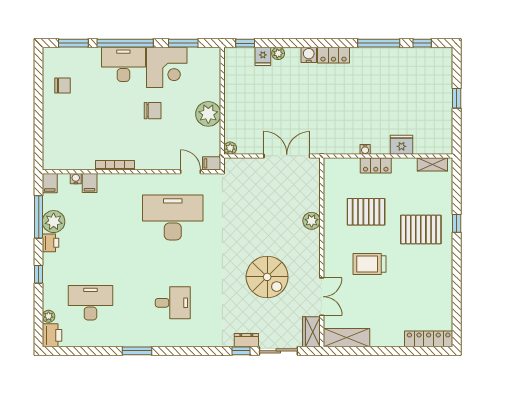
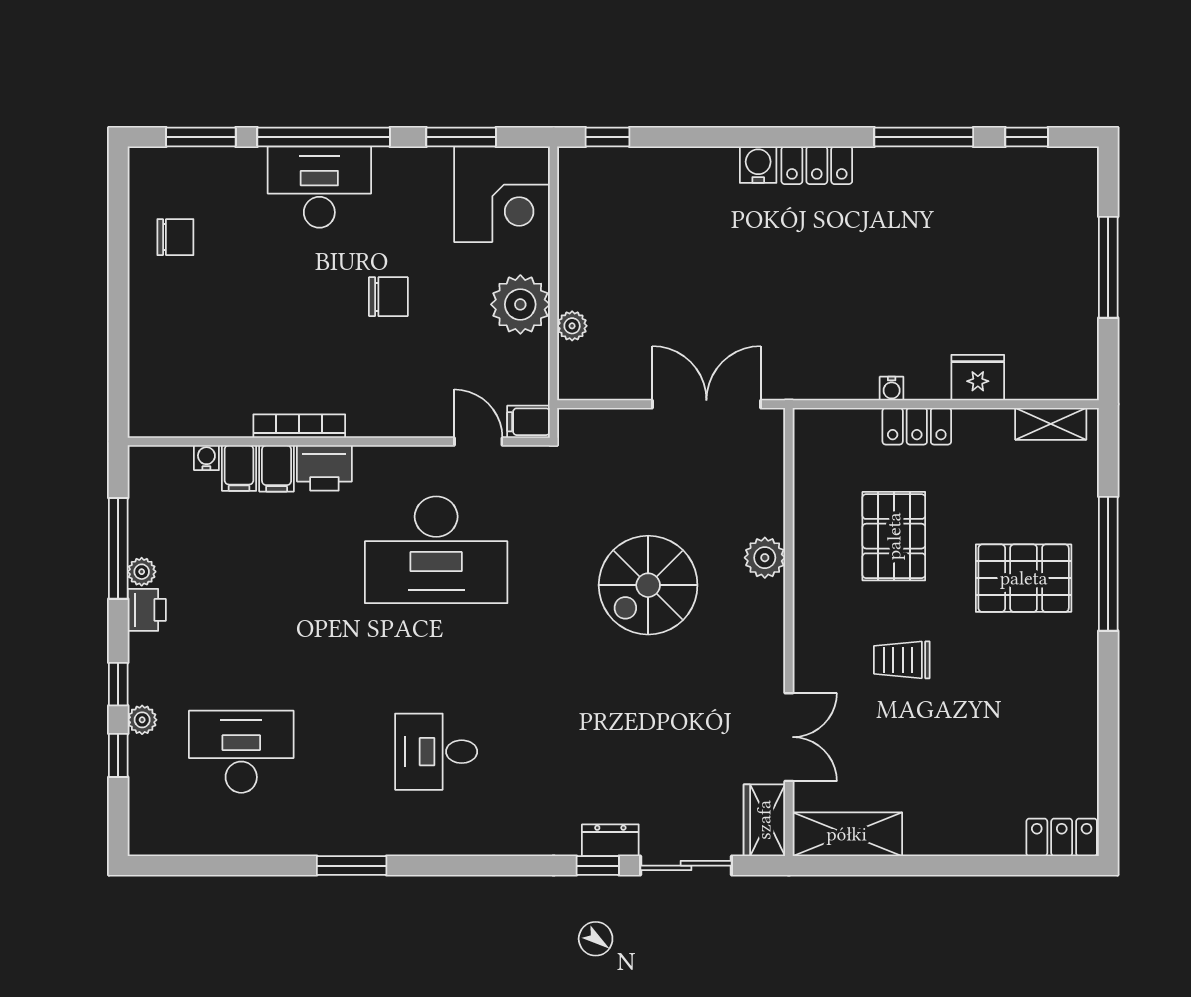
plant: (278, 53) -> (686, 161), removed
fridge: (263, 56) -> (649, 168), removed
corner desk: (167, 67) -> (502, 194), moved
window: (457, 98) -> (1108, 267), width x2.17
plant: (230, 148) -> (572, 326), moved
filing cabinet: (50, 183) -> (277, 468), moved
pallet: (366, 212) -> (894, 536), turned 90
desk: (173, 217) -> (436, 550), turned 180
plant: (54, 222) -> (142, 572), width x0.53, depth x0.53
window: (457, 223) -> (1108, 564), width x3.17
trolley: (369, 264) -> (902, 660), width x0.73, depth x0.72
spiral stairs: (267, 277) -> (648, 585), moved, turned 90
desk: (173, 303) -> (436, 752), turned 180
window: (39, 304) -> (118, 755), added
plant: (49, 316) -> (142, 720), moved
printer: (52, 335) -> (324, 468), moved, turned 90
locker: (429, 339) -> (1062, 837), width x0.66

